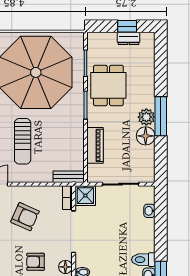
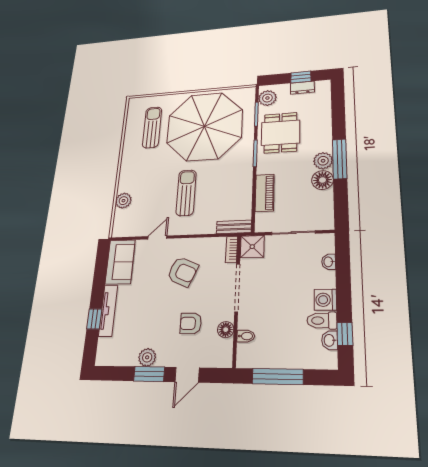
plant: (96, 47) -> (267, 98), added
sun lounger: (23, 141) -> (186, 193), turned 180
washing machine: (146, 243) -> (325, 300), added

